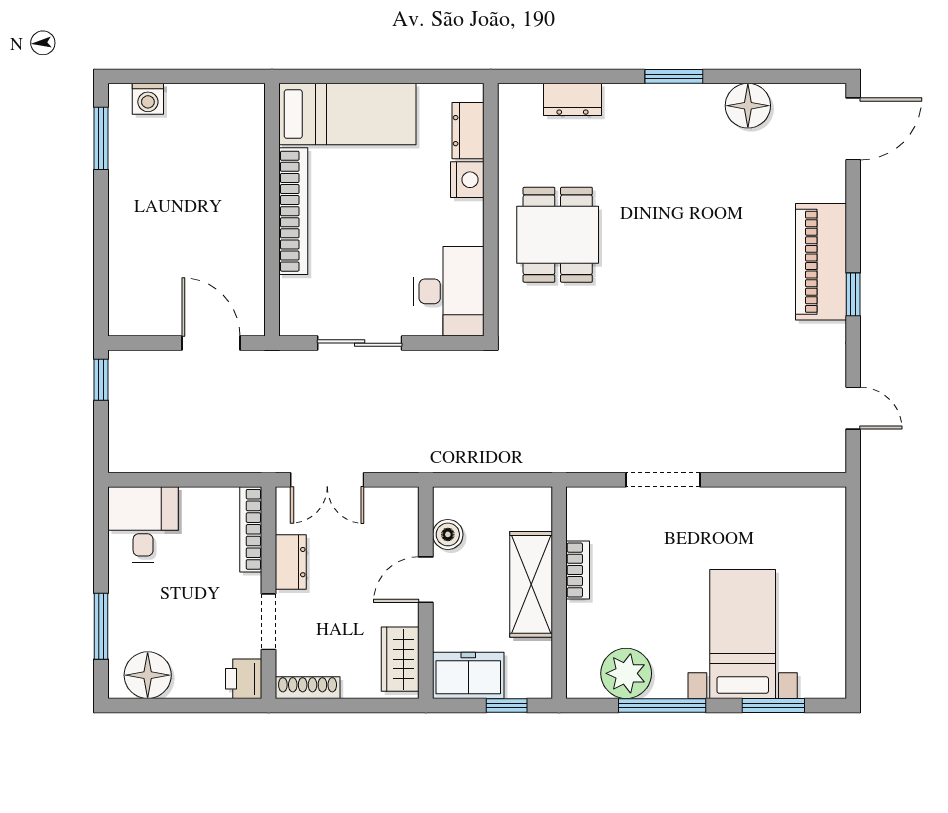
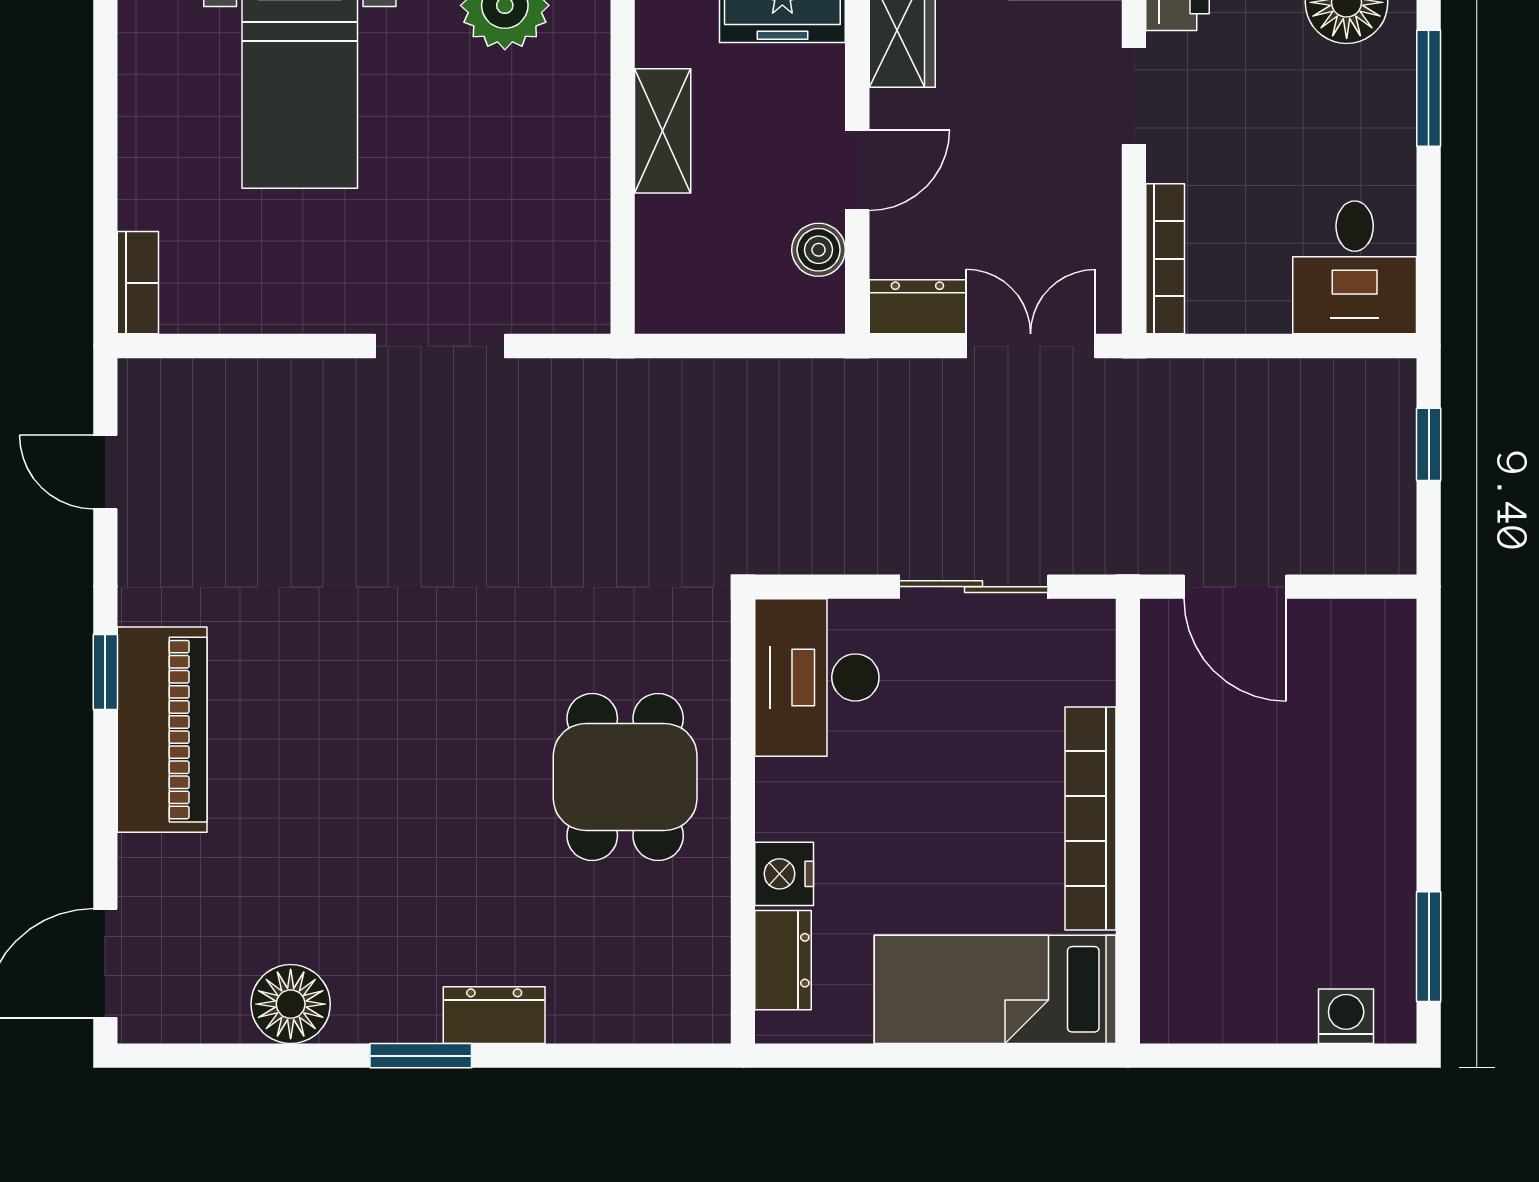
dresser: (573, 99) -> (494, 1015), moved
window: (101, 380) -> (1429, 444), moved
dresser: (291, 562) -> (917, 307), moved, turned 90
bookcase: (578, 570) -> (138, 283), moved, turned 180
shelving: (531, 584) -> (663, 131), width x0.67, depth x0.75

